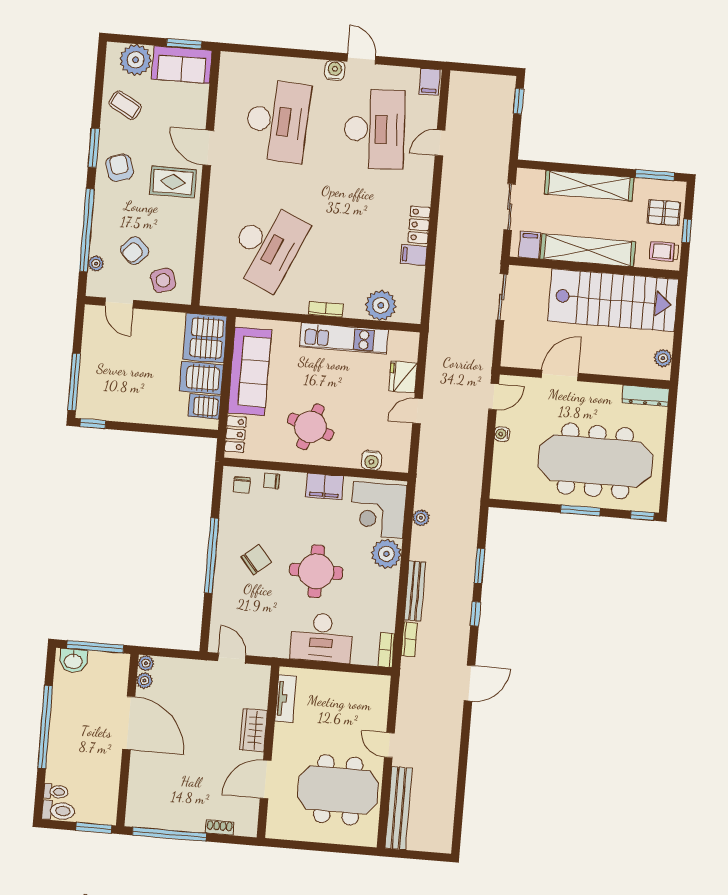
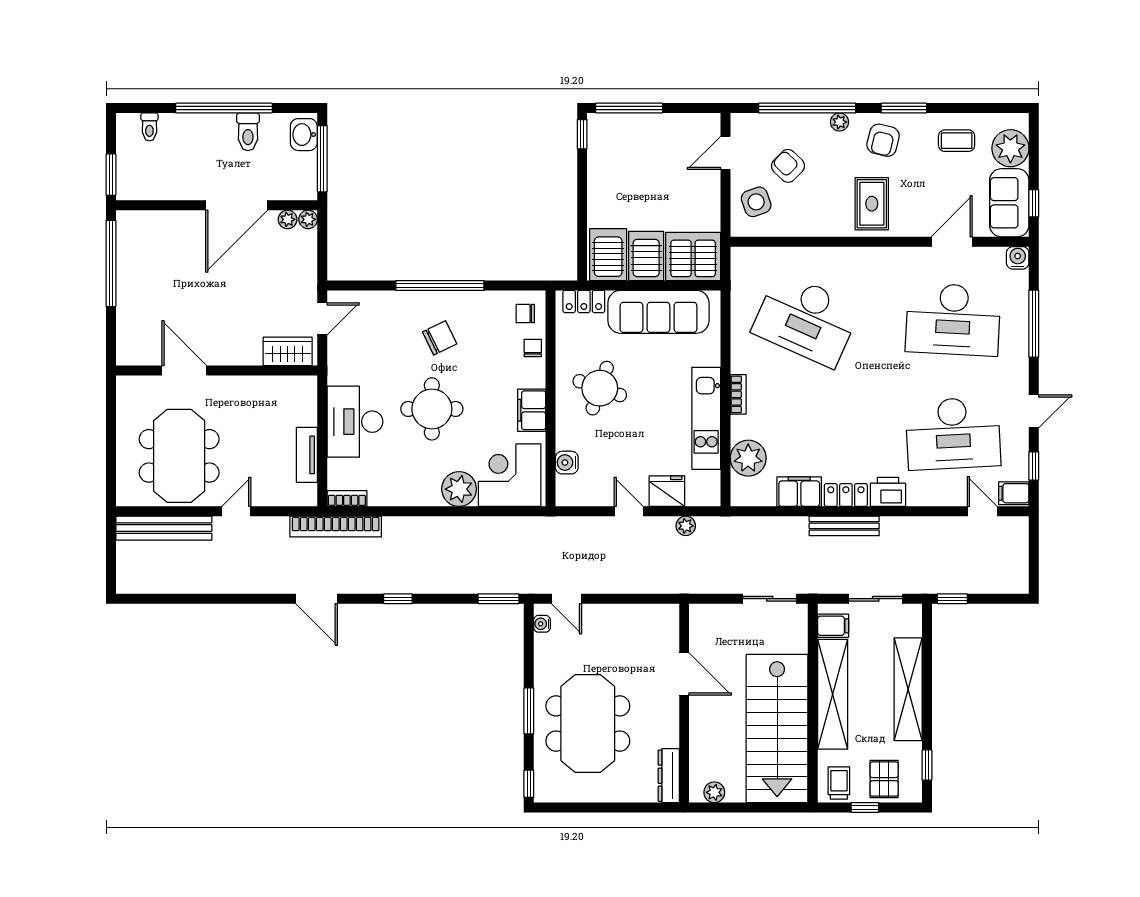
window: (184, 44) -> (1034, 203), width x0.67
window: (287, 52) -> (1034, 324), added
window: (408, 63) -> (1034, 466), added
water cooler: (335, 70) -> (1018, 258), moved, turned -90
window: (518, 101) -> (952, 599), moved
coffee table: (125, 105) -> (957, 141), turned 61
door: (440, 143) -> (982, 511), moved
door: (208, 148) -> (952, 242), moved
armchair: (120, 168) -> (883, 140), turned 121
window: (655, 175) -> (927, 765), width x0.67
printer: (420, 189) -> (888, 492), added
filing cabinet: (414, 255) -> (799, 492), width x2.00
plant: (96, 264) -> (840, 122), moved
door: (494, 397) -> (566, 599), moved
server rack: (204, 406) -> (608, 255), width x1.36, depth x1.44
water cooler: (502, 434) -> (542, 624), moved, turned -90
meeting table: (595, 461) -> (588, 723), width x0.73
plant: (421, 518) -> (686, 526), moved
chair: (256, 560) -> (440, 338), turned -76
window: (479, 566) -> (498, 599), moved
bench: (415, 591) -> (844, 526), moved
bookcase: (409, 639) -> (336, 527), width x2.31, depth x1.31
tv unit: (286, 699) -> (307, 455), moved, turned 90
wardrobe: (254, 730) -> (288, 351), moved
toilet: (58, 811) -> (248, 132), moved
shoe rack: (220, 828) -> (124, 321), removed

